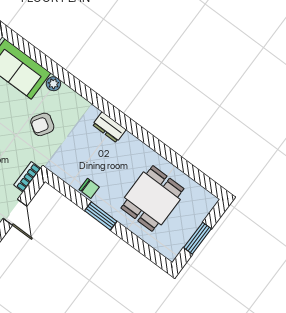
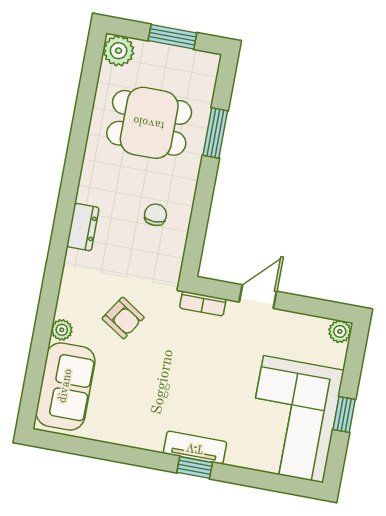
chair: (89, 188) -> (155, 215), moved
plant: (205, 201) -> (119, 51), added
window: (101, 216) -> (215, 133), moved

